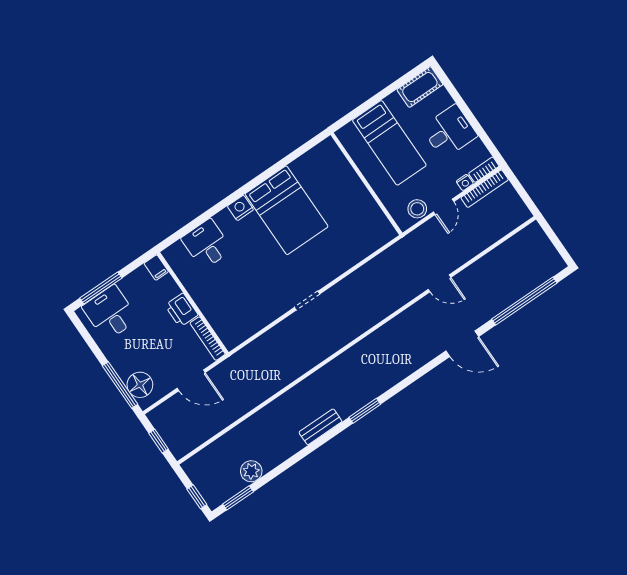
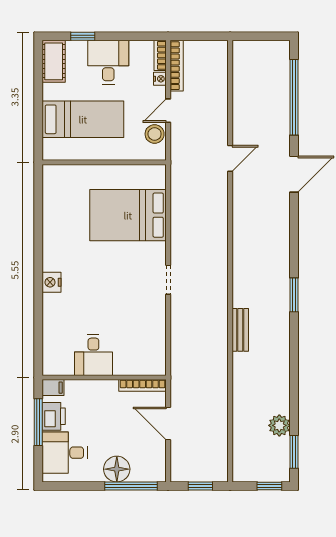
window: (456, 97) -> (83, 36), added
door: (444, 207) -> (168, 111), swing flipped
bed: (287, 210) -> (128, 215), moved, turned 180
desk: (207, 244) -> (93, 355), moved, turned -90
window: (101, 288) -> (38, 422), moved
printer: (181, 310) -> (54, 416), moved, turned -90
door: (191, 380) -> (168, 423), swing flipped
floor lamp: (140, 385) -> (117, 469), moved
bench: (320, 427) -> (240, 330), moved

